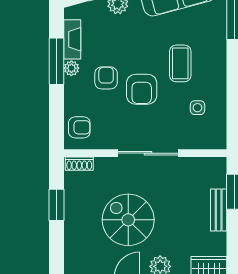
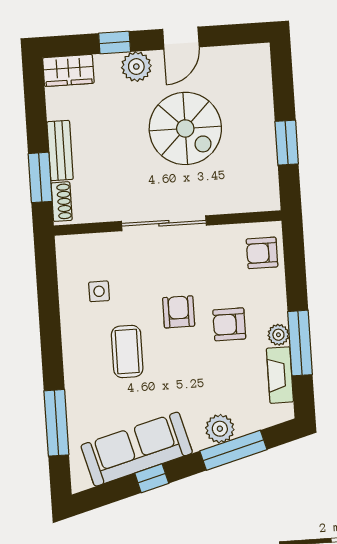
armchair: (106, 78) -> (229, 324), turned 90
armchair: (142, 89) -> (179, 312), width x0.72, depth x0.72
shoe rack: (79, 164) -> (62, 202), moved, turned 90

